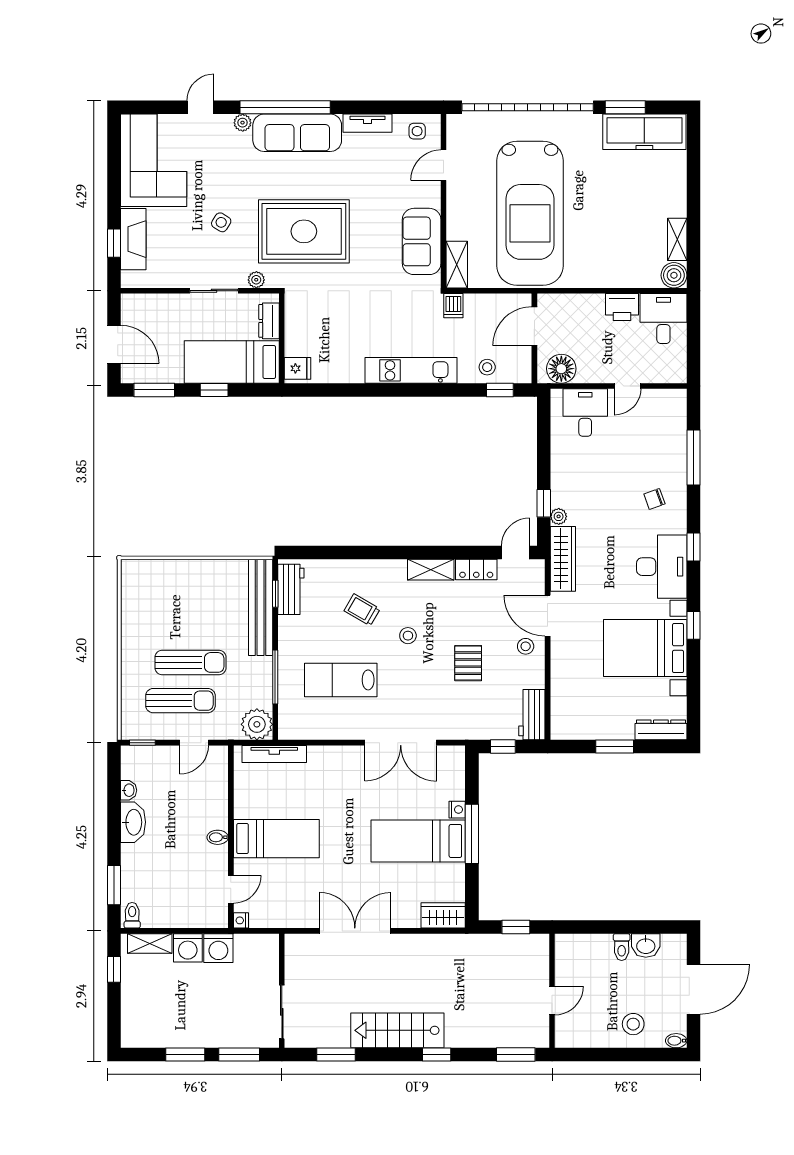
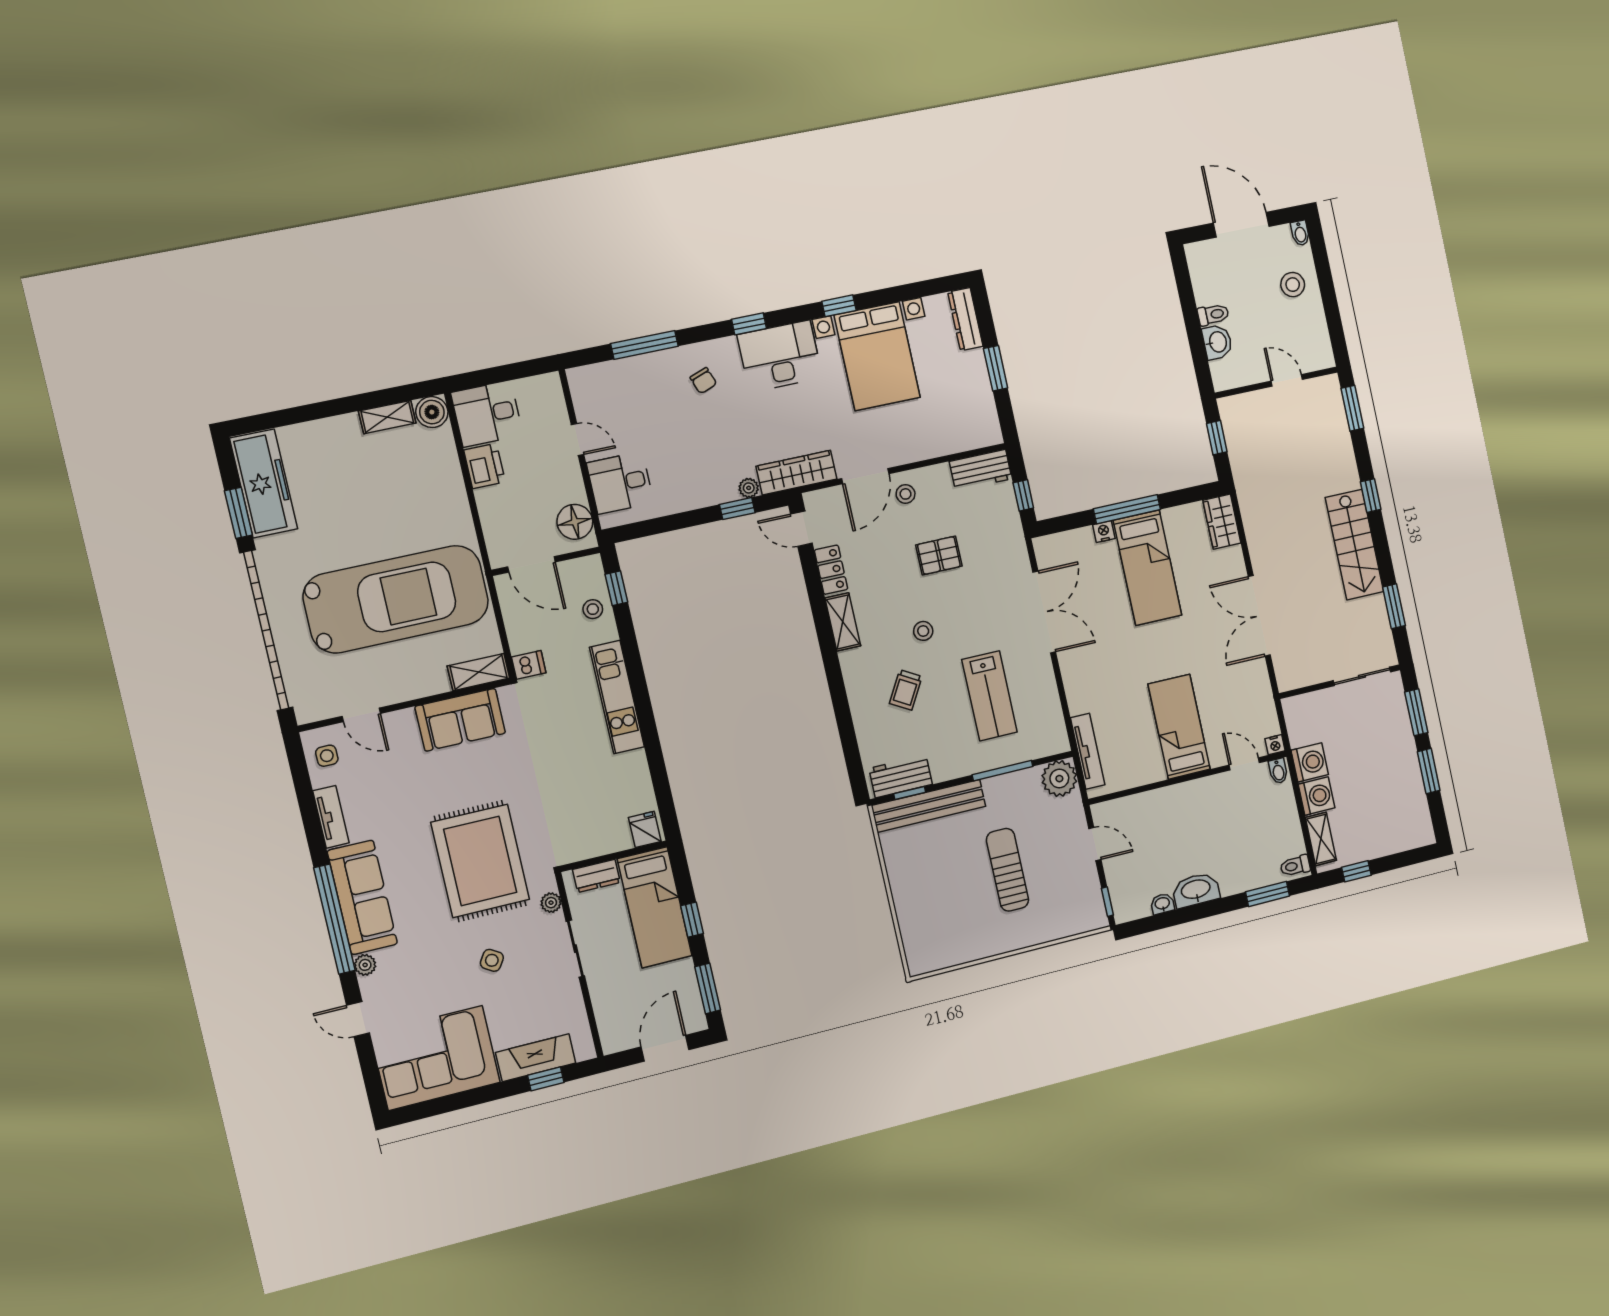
sun lounger: (180, 701) -> (1052, 871), removed
bidet: (218, 837) -> (1278, 771), moved
washbasin: (646, 945) -> (1217, 342), moved

